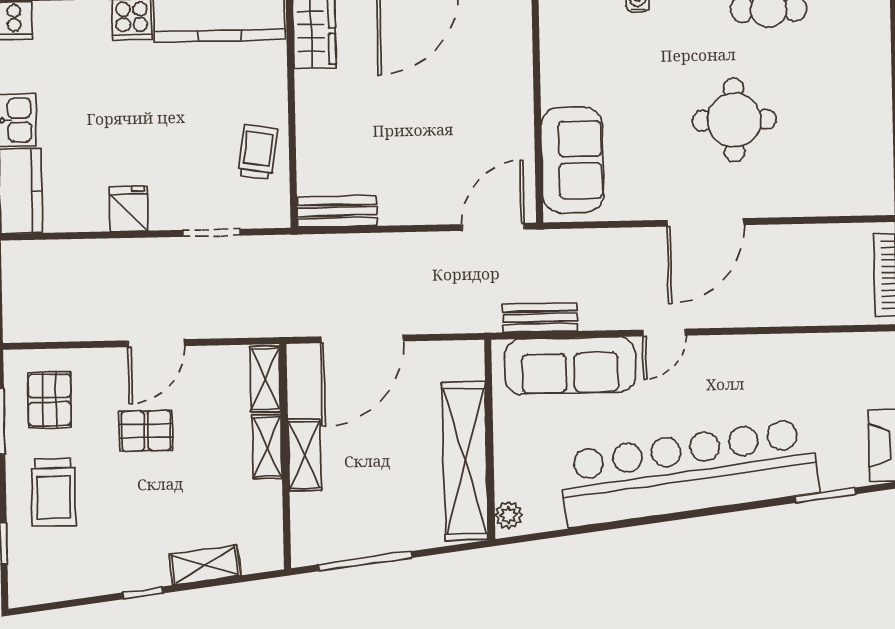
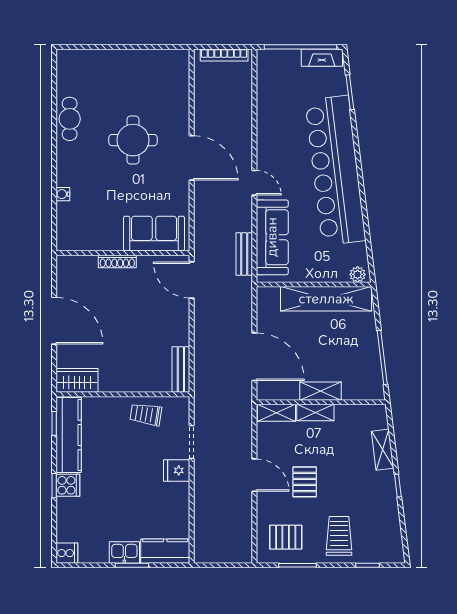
shoe rack: (522, 97) -> (117, 261), added
fridge: (128, 209) -> (177, 470), moved
trolley: (54, 492) -> (339, 536), turned -90

